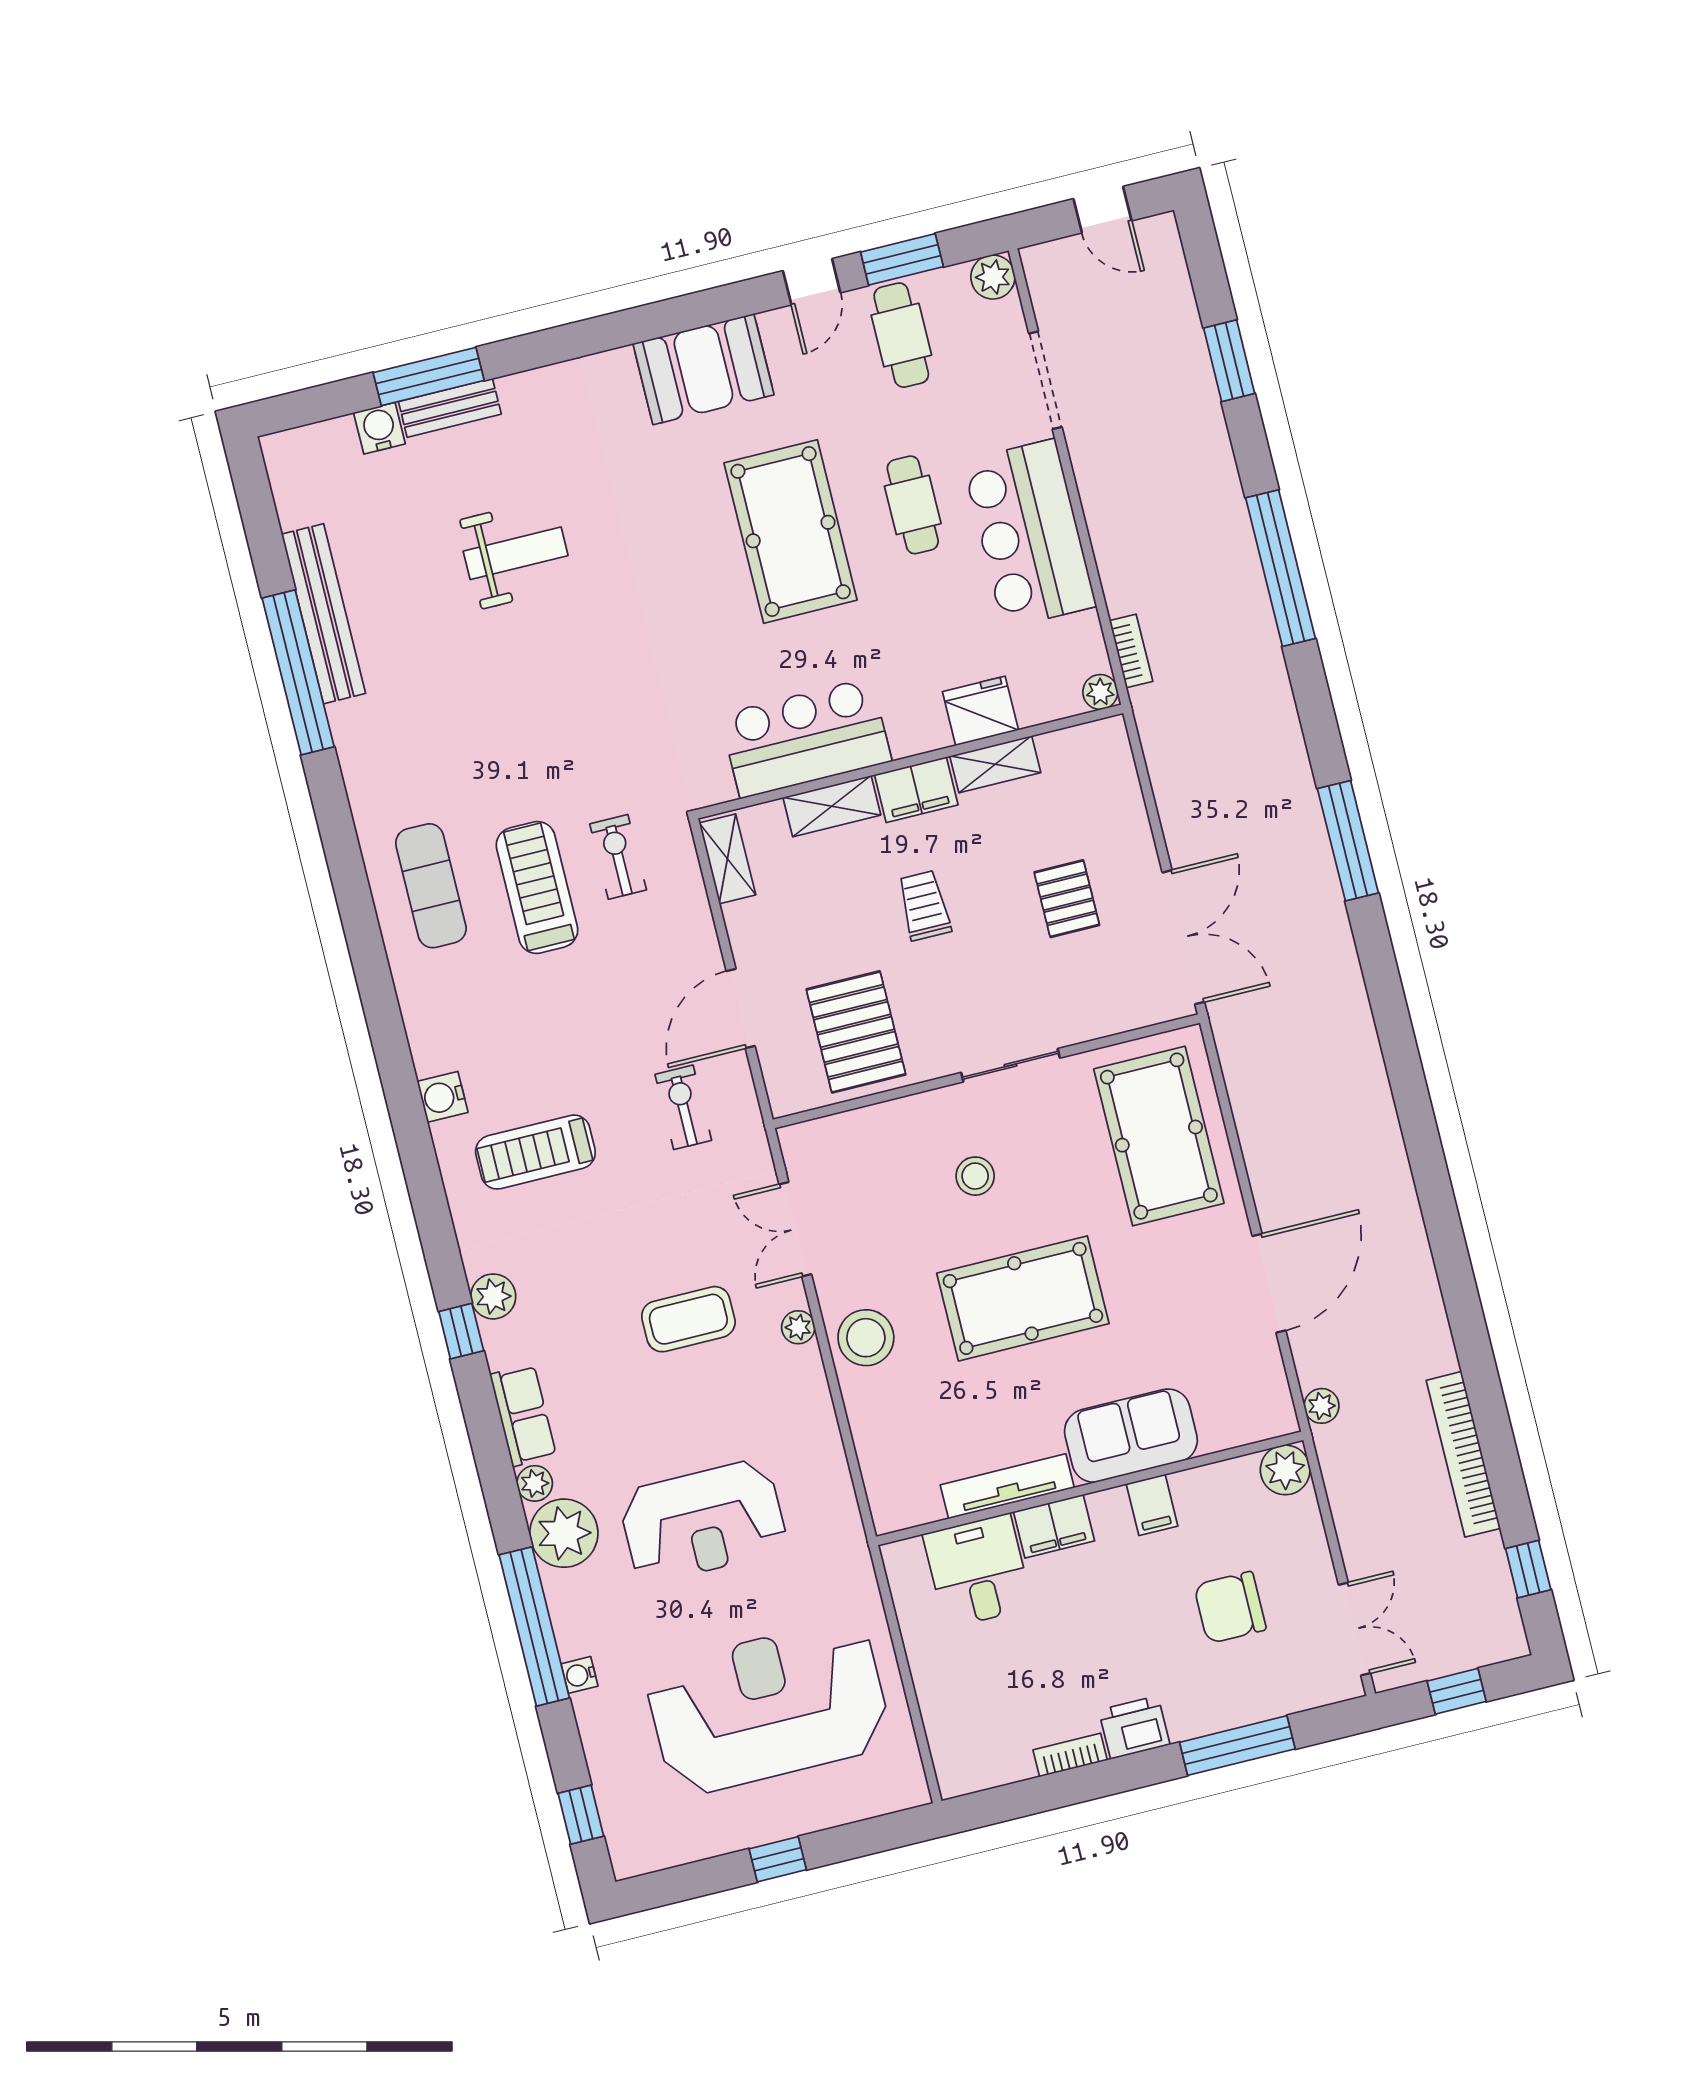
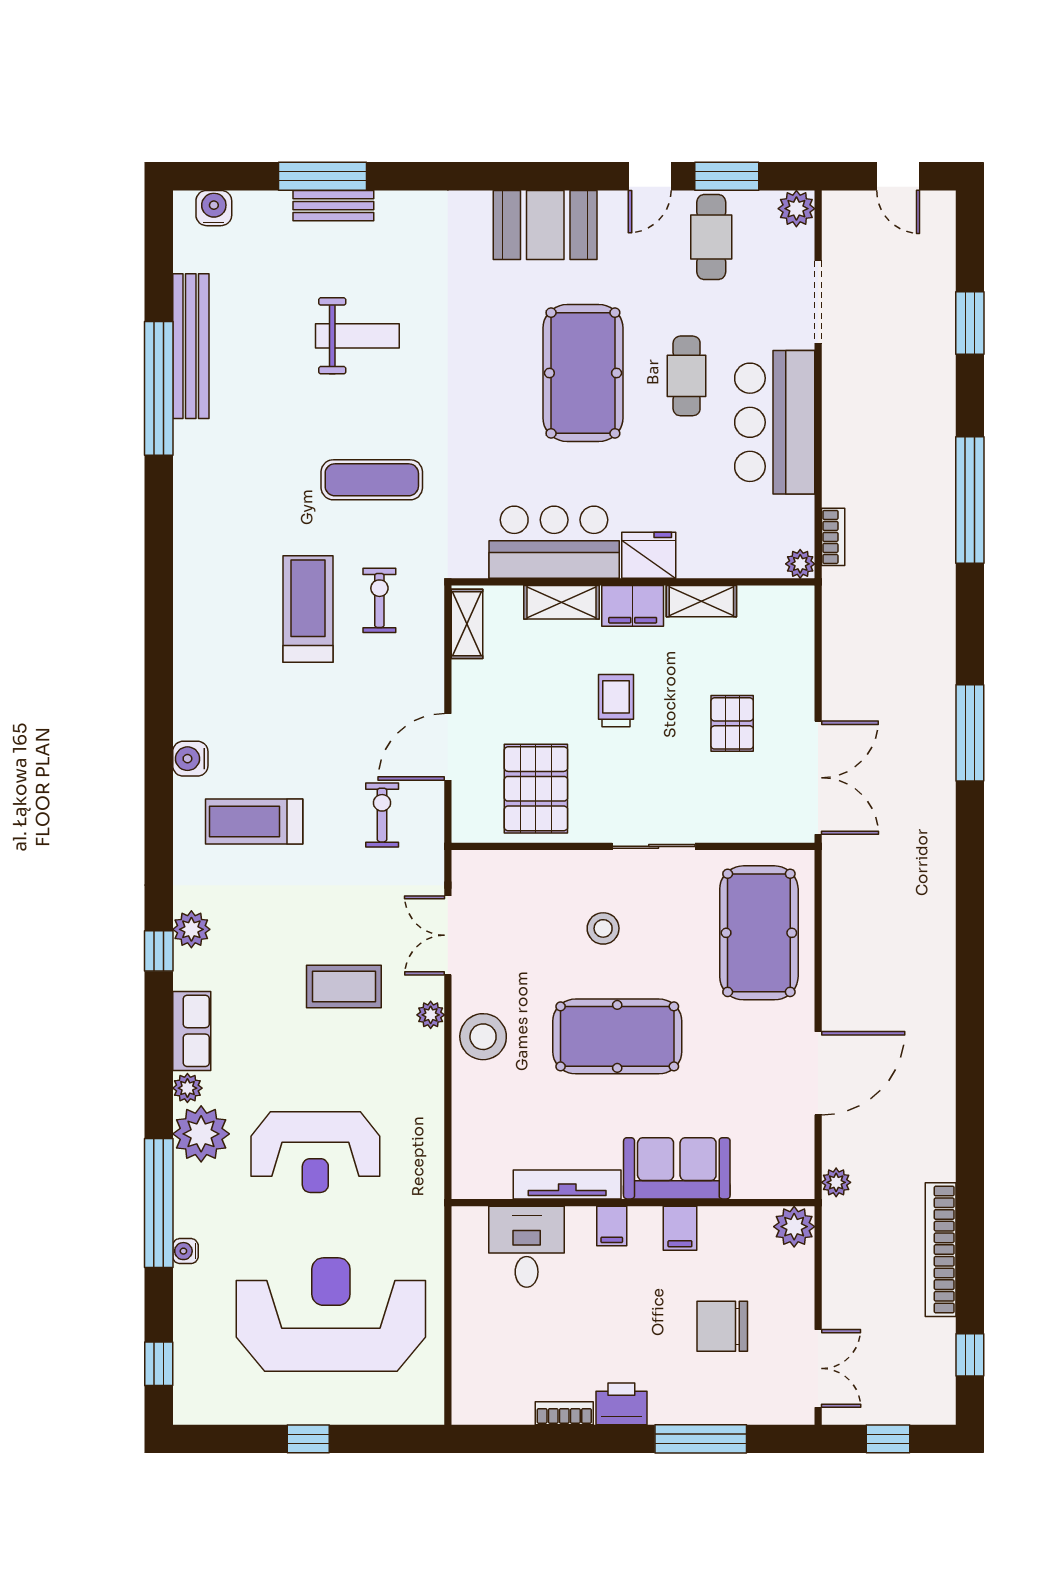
water cooler: (379, 428) -> (214, 208), moved
fridge: (980, 711) -> (649, 555), moved
exercise mat: (431, 886) -> (372, 480), moved, turned 90
filing cabinet: (1054, 1526) -> (612, 1226), width x0.50

